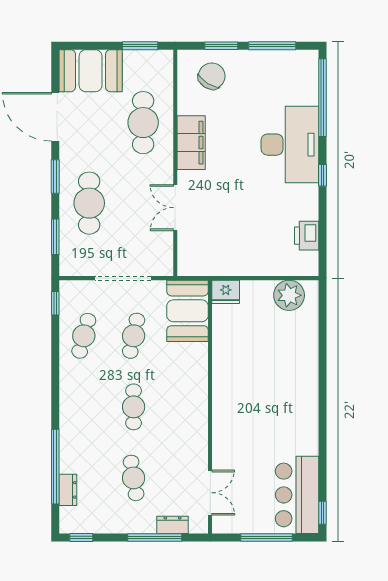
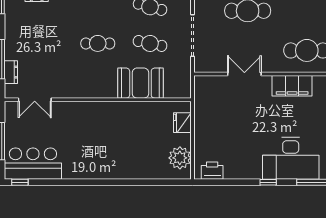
printer: (307, 236) -> (212, 171), moved
fridge: (226, 292) -> (182, 123), moved
booth: (187, 311) -> (140, 83), moved
cafe table: (134, 478) -> (45, 43), removed

